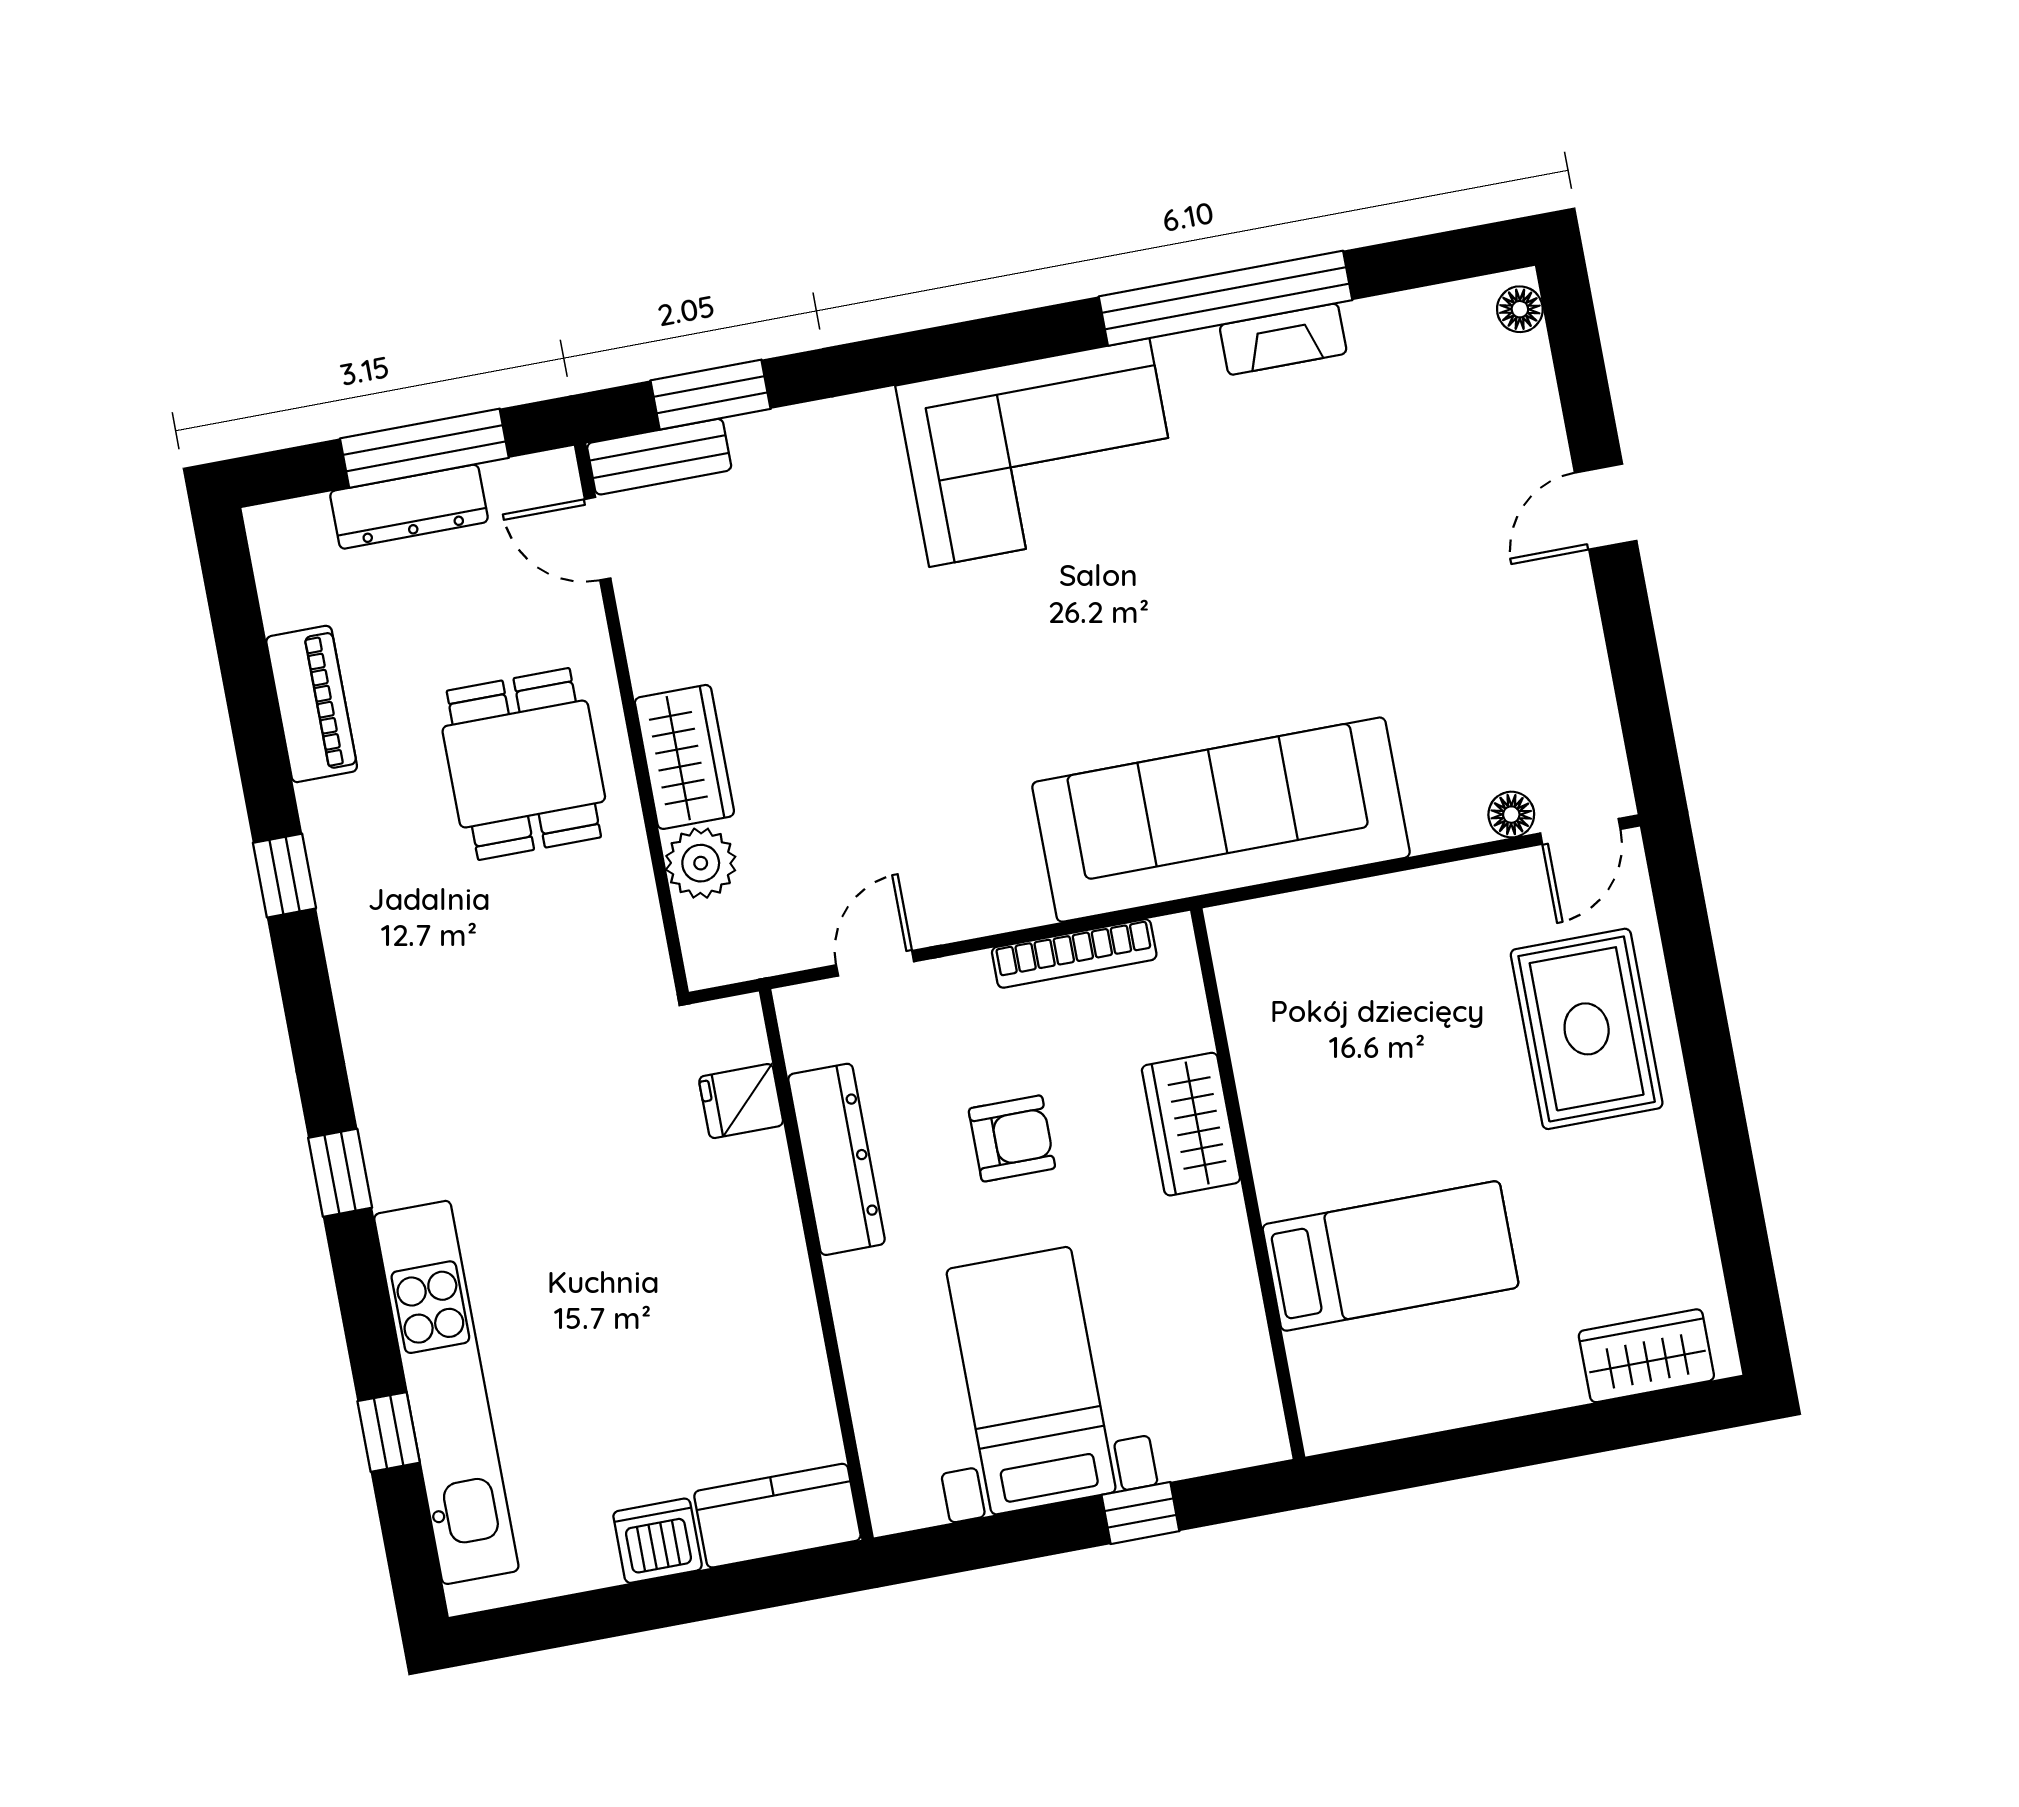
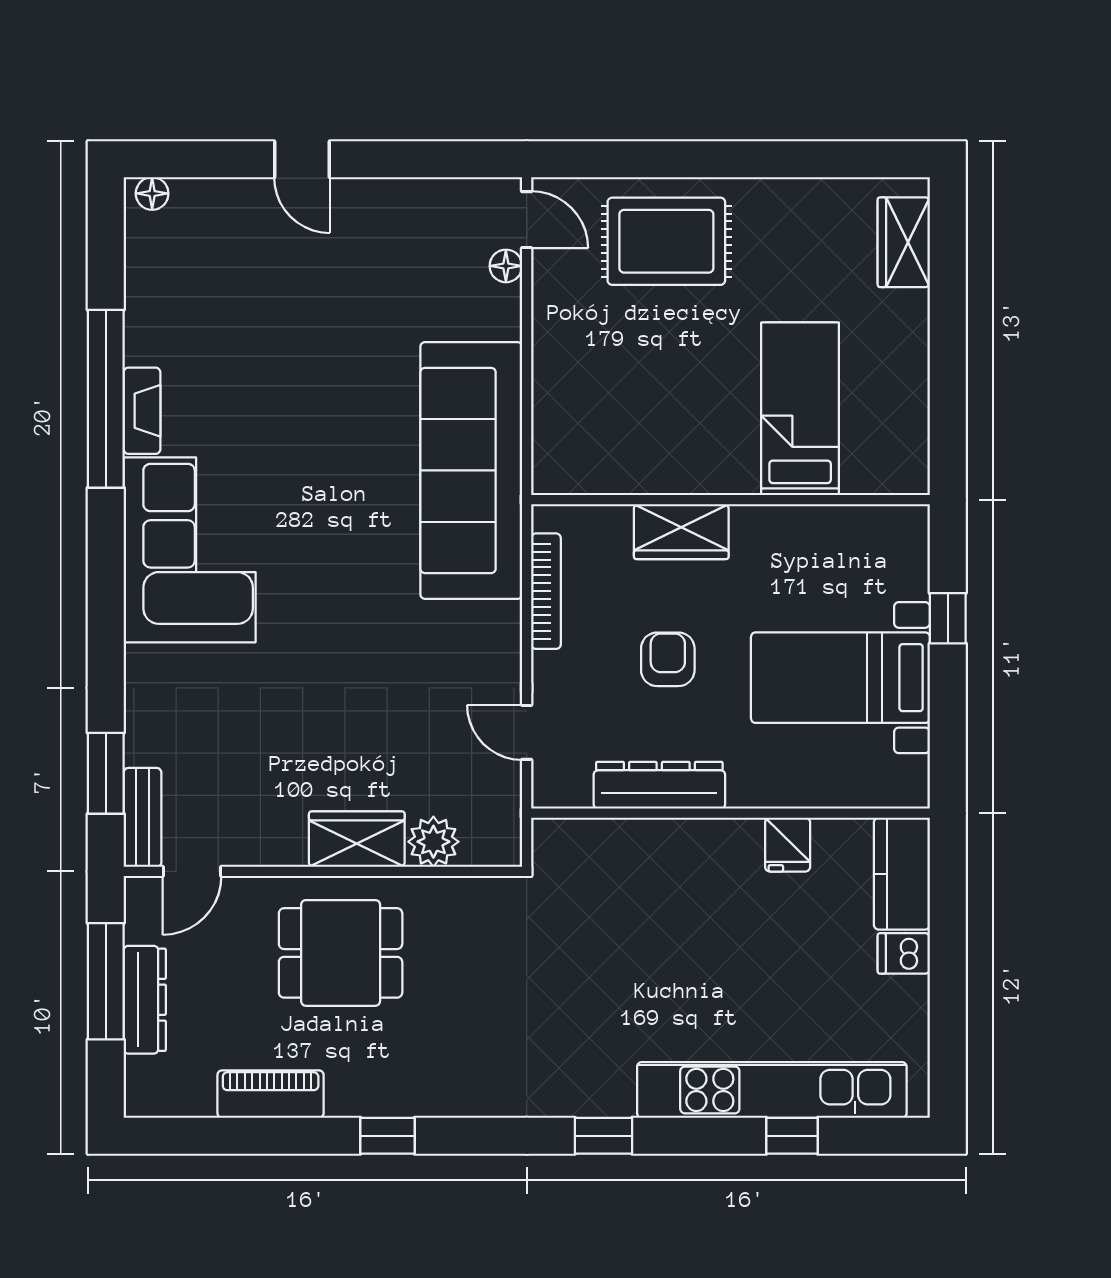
fireplace: (1283, 339) -> (142, 411), moved
fridge: (741, 1101) -> (788, 845), moved
dishwasher: (658, 1541) -> (904, 953), width x0.73

